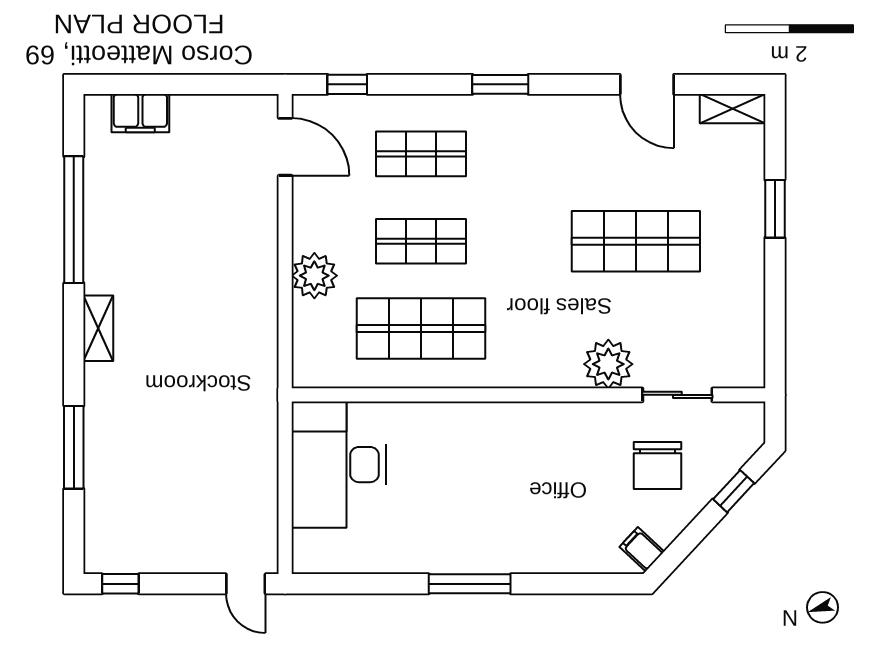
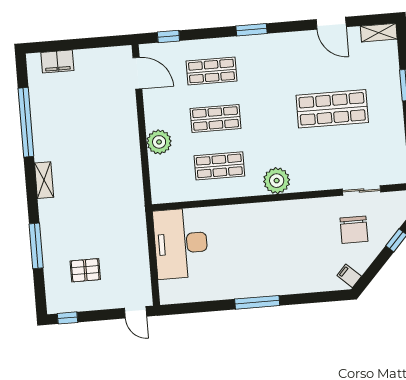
shop shelf: (421, 329) -> (219, 166), width x0.70, depth x0.74
plant: (608, 364) -> (277, 181), moved
pallet: (160, 499) -> (85, 270), added

